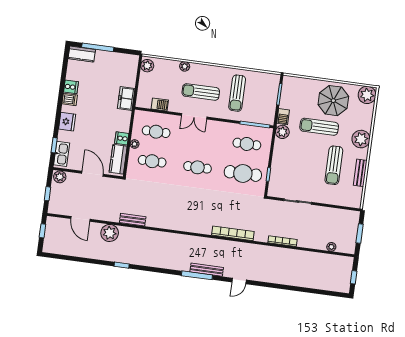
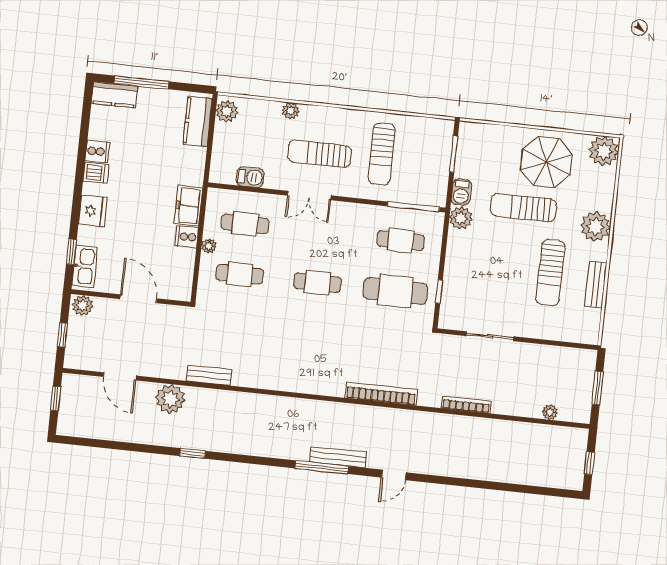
freezer: (126, 98) -> (188, 206), moved
kitchen counter: (118, 159) -> (198, 121), moved

